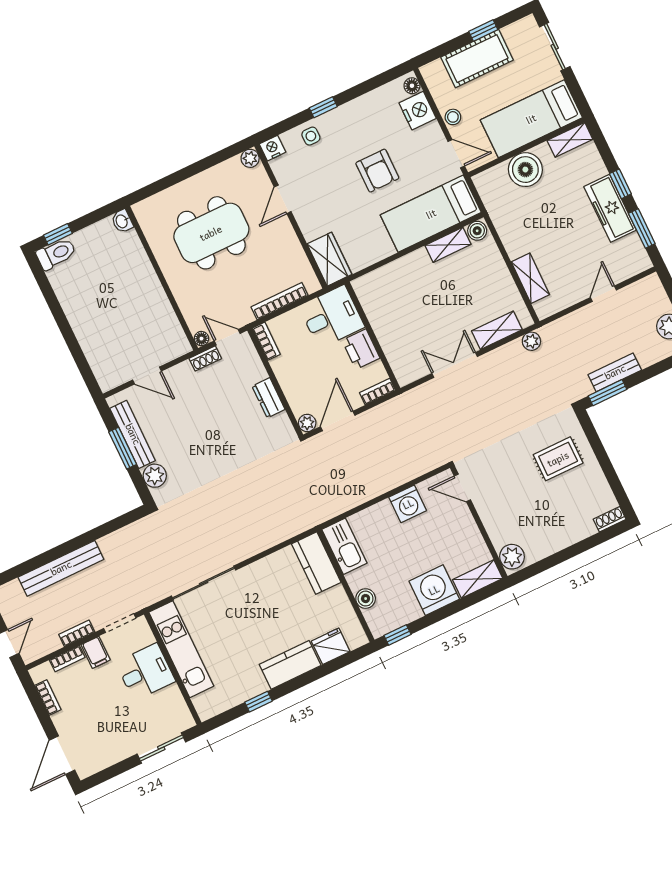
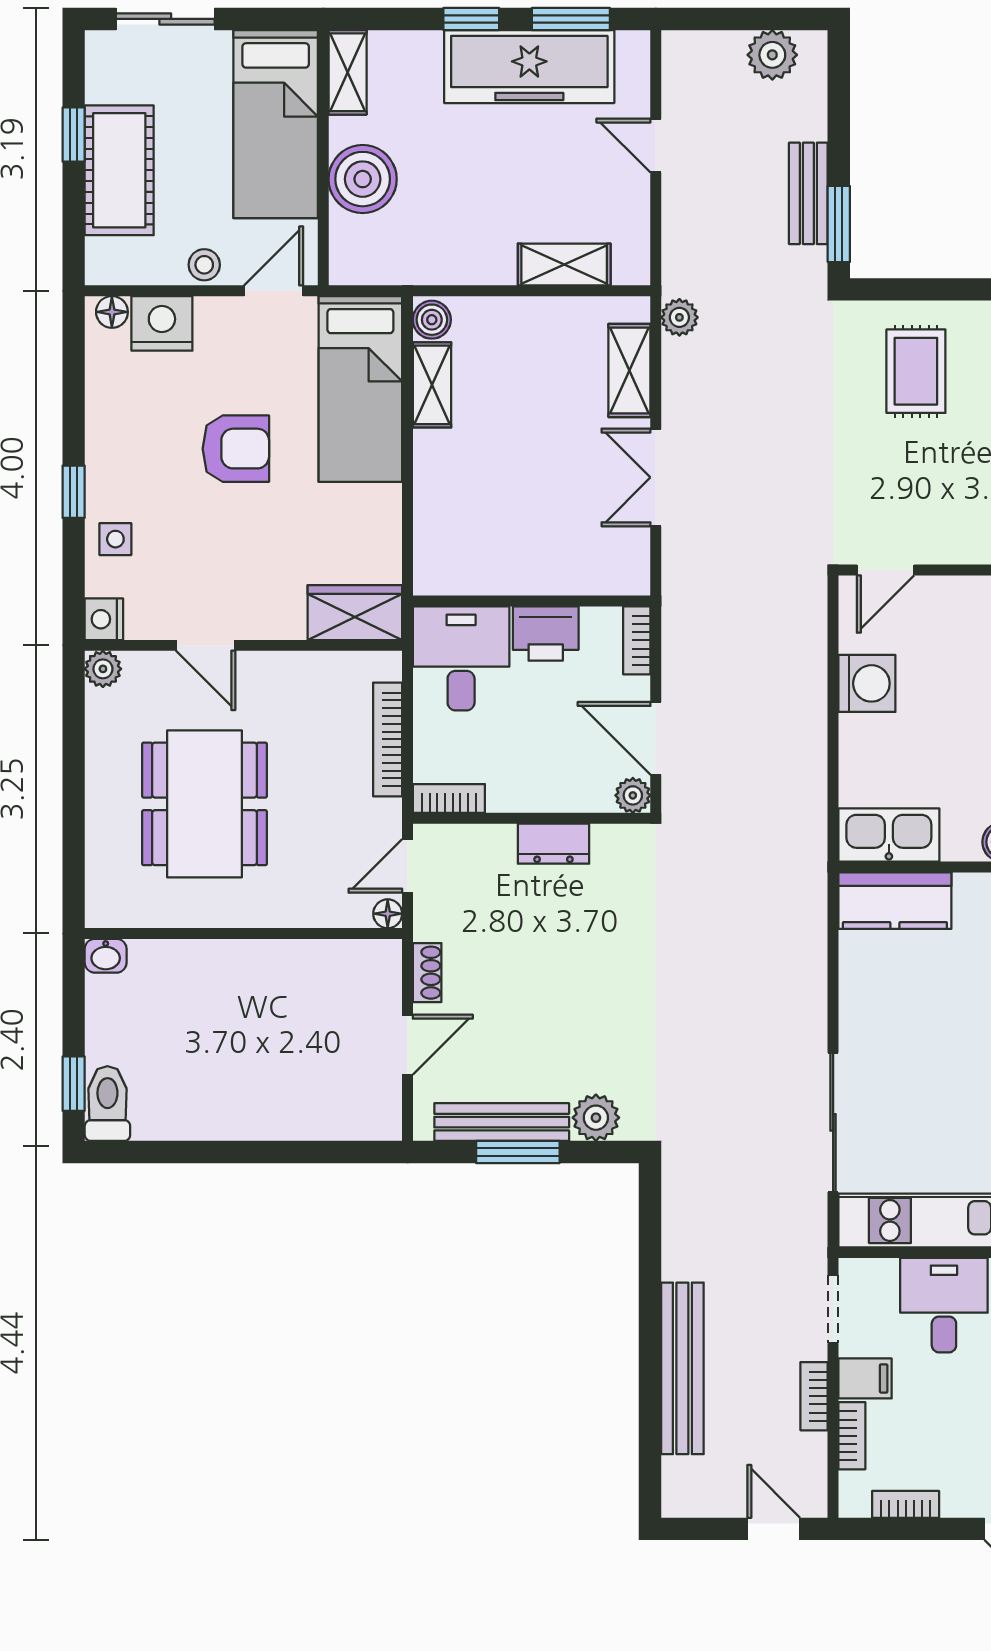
freezer: (610, 208) -> (529, 67), width x1.36, depth x1.26
shoe rack: (205, 358) -> (427, 973), moved

